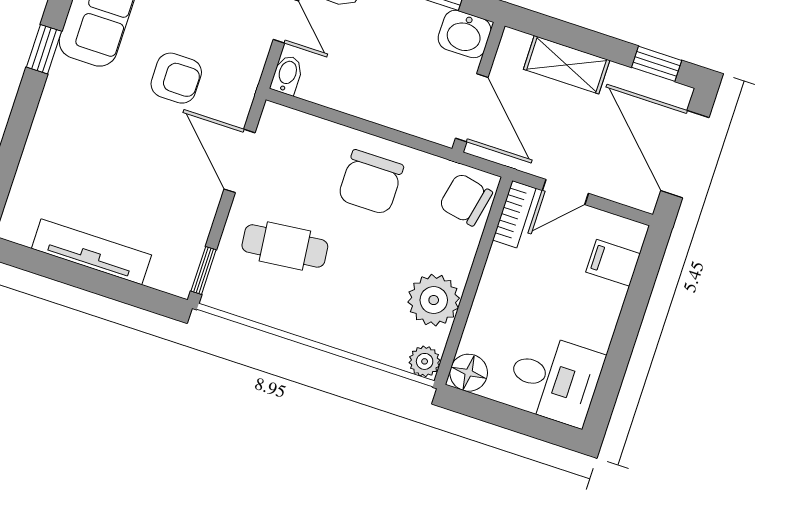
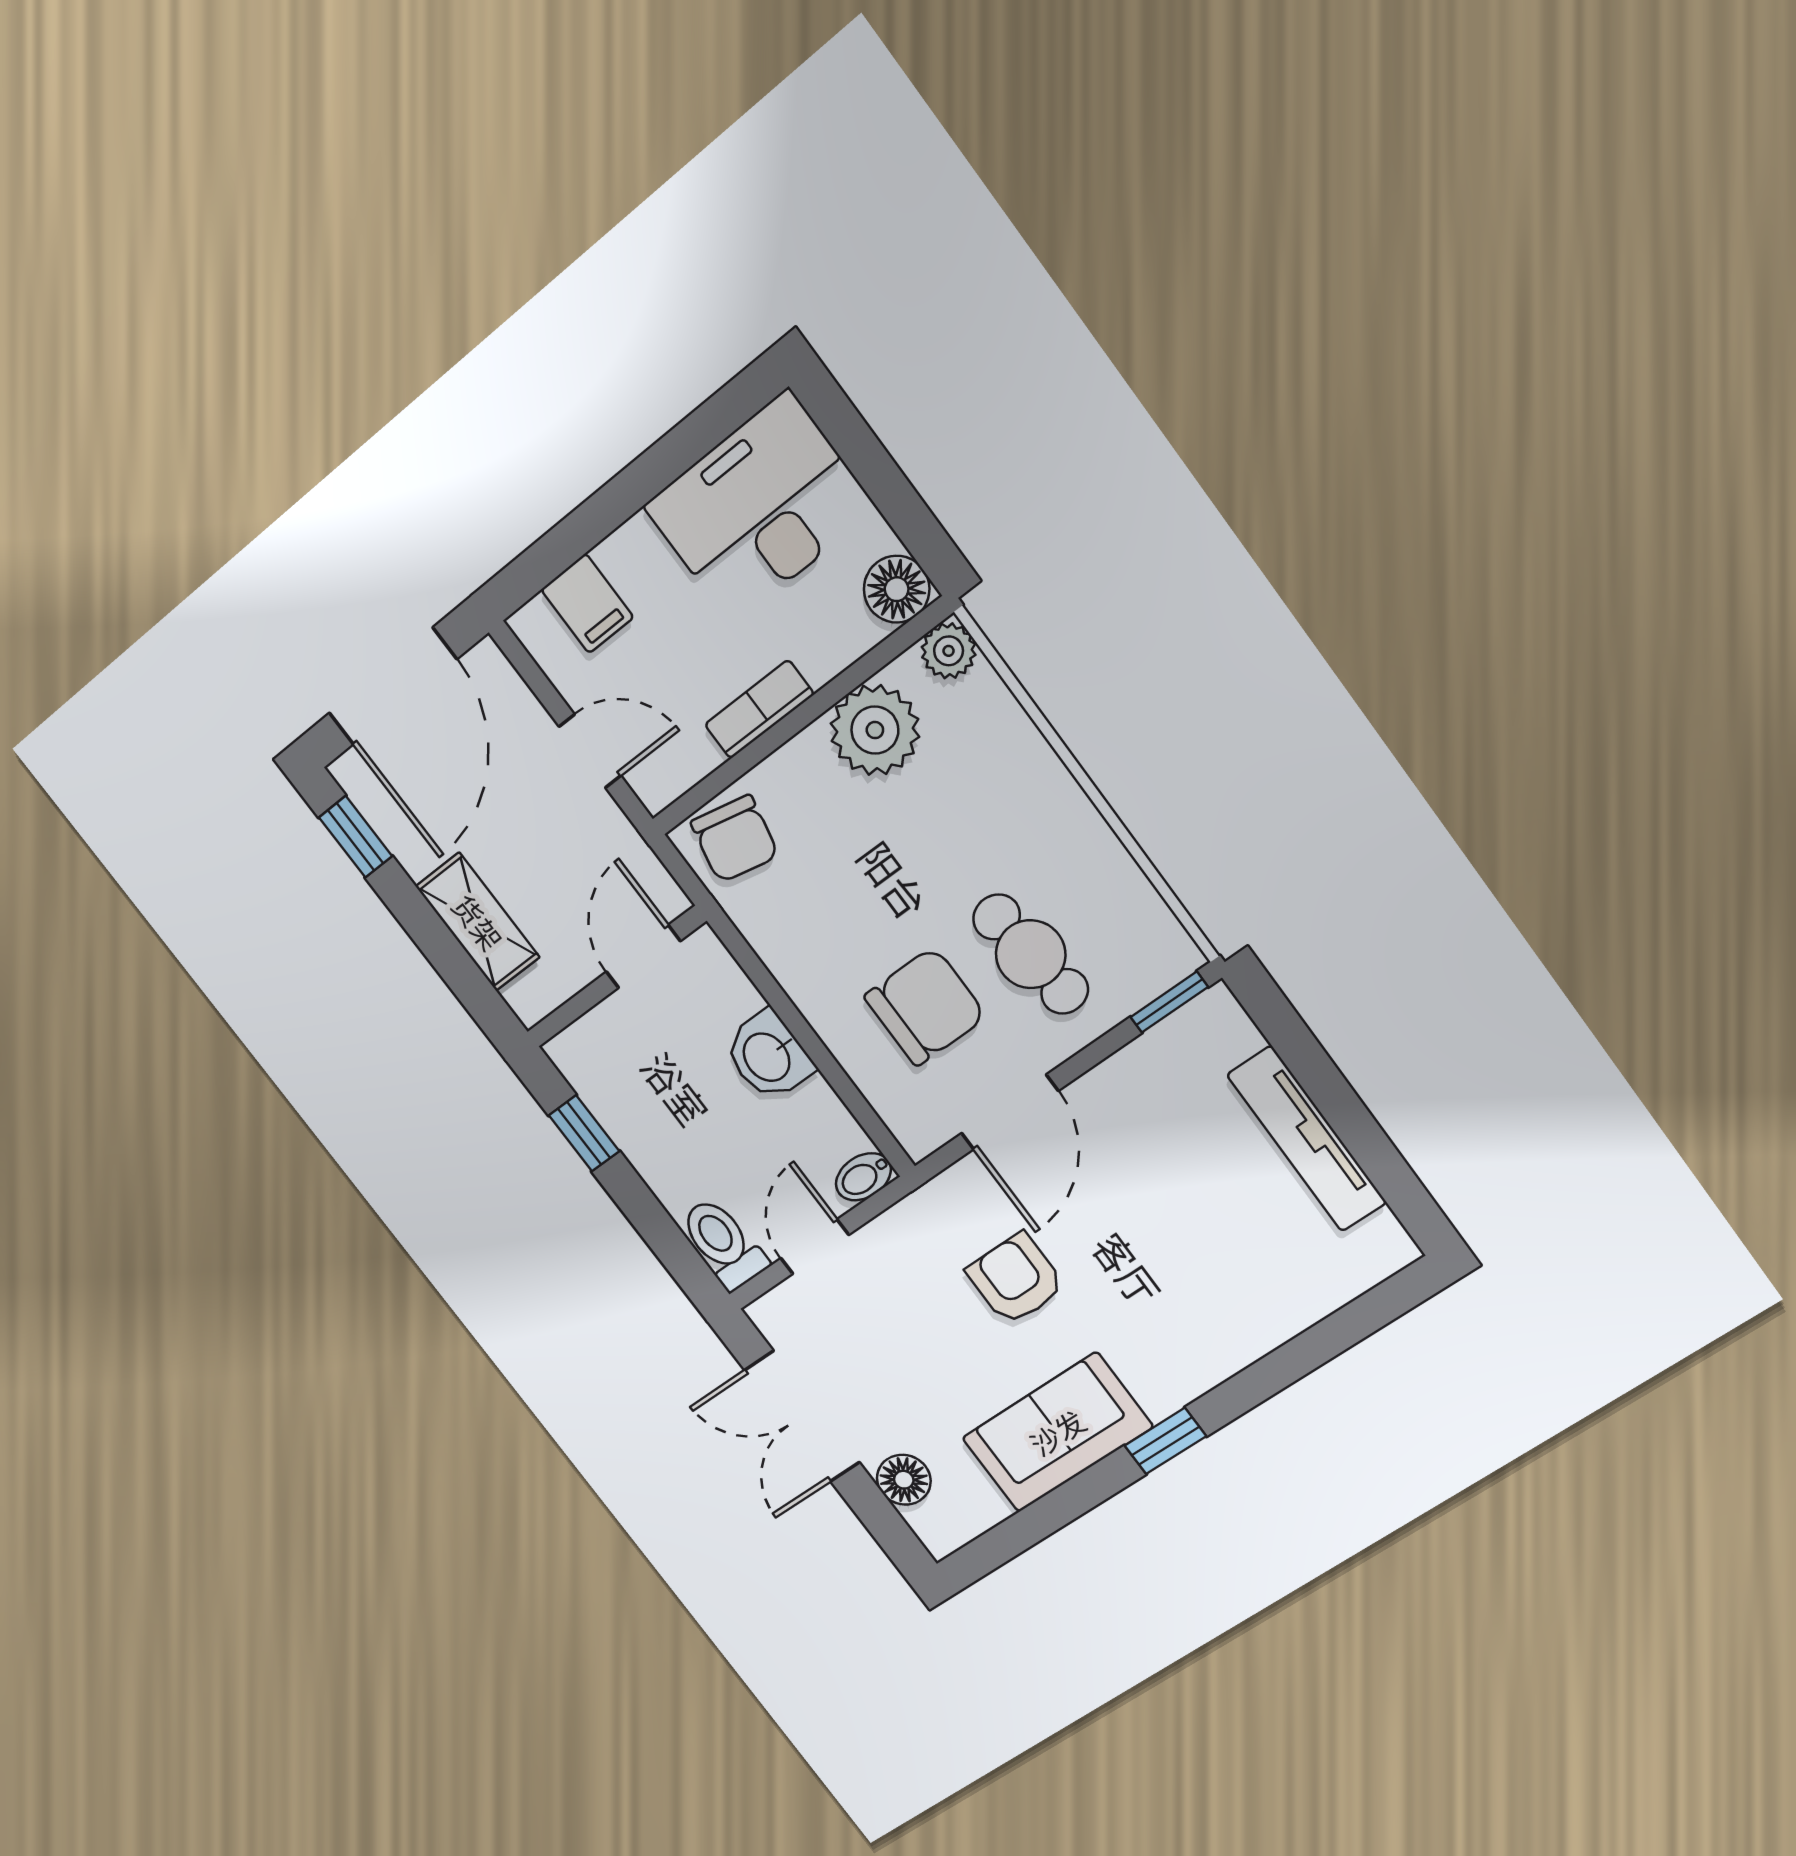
washbasin: (465, 34) -> (768, 1056), moved, turned 180
door: (472, 108) -> (643, 956), width x0.73
chair: (371, 182) -> (925, 1006), moved
bookcase: (514, 214) -> (759, 709), moved
desk: (554, 379) -> (760, 508), width x1.37

